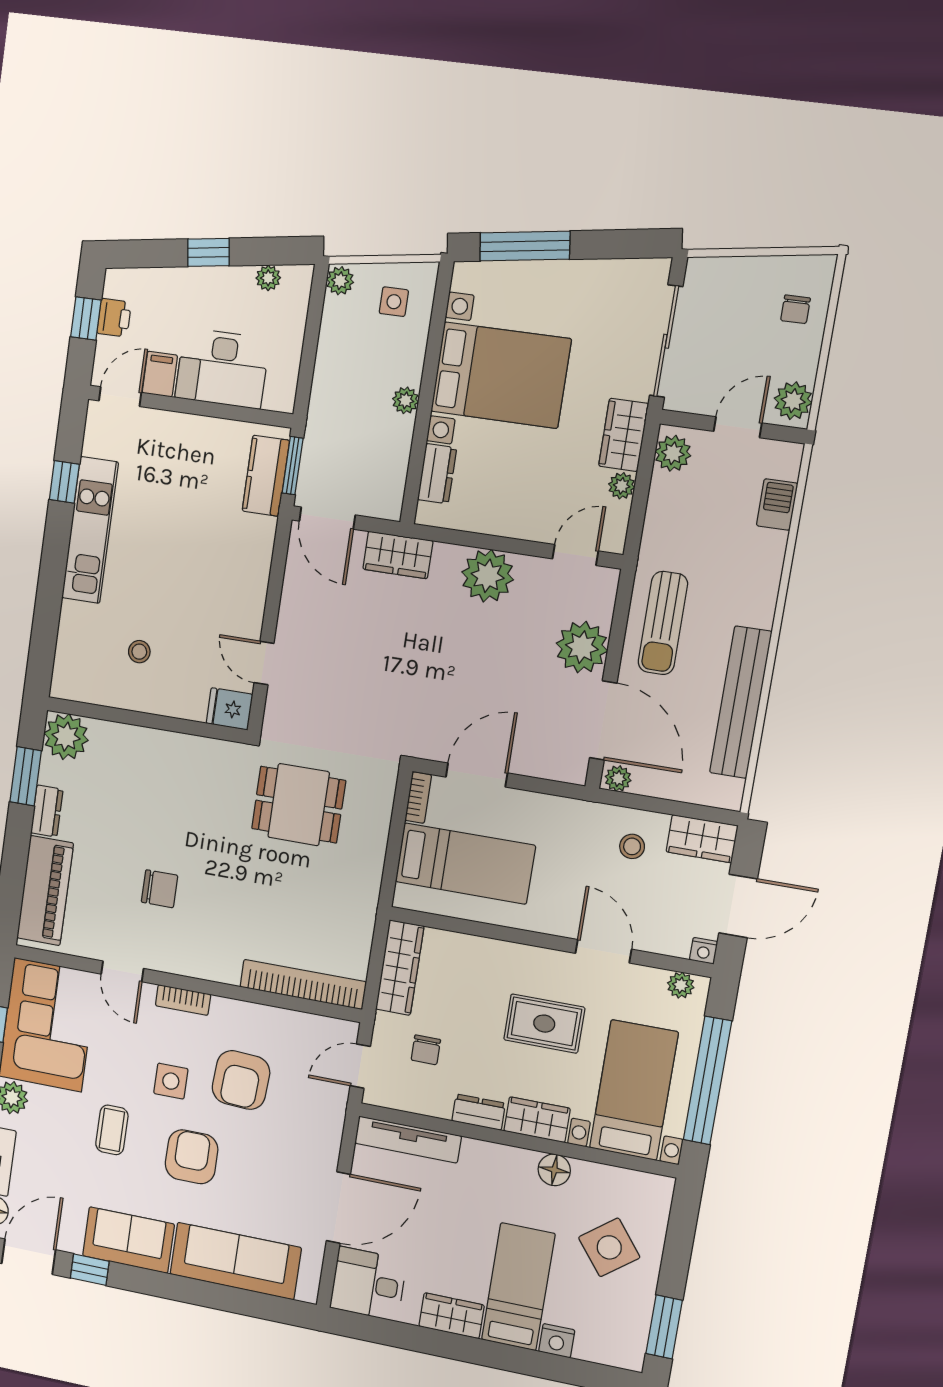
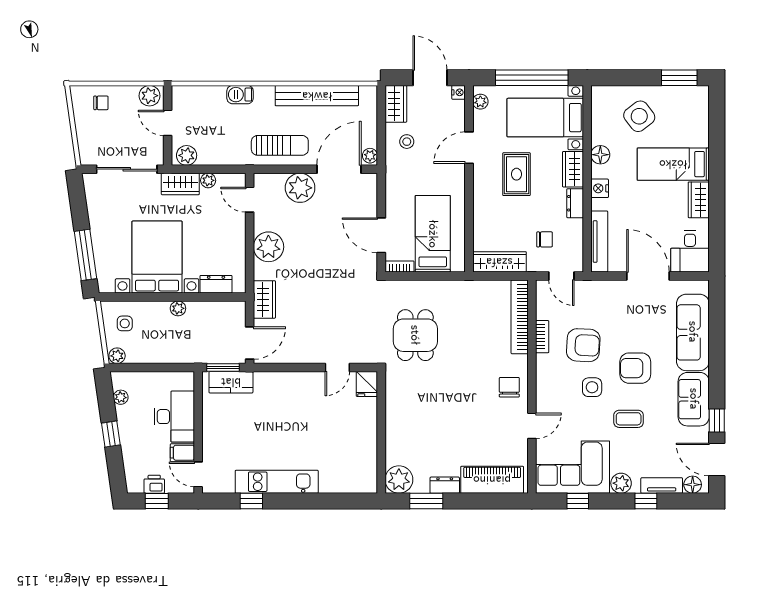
barbecue: (777, 505) -> (240, 95), moved
stool: (139, 652) -> (342, 442), removed
chair: (160, 889) -> (509, 387), moved
bookcase: (183, 1000) -> (542, 337), moved
nightstand: (557, 1341) -> (600, 188), moved, turned 180

